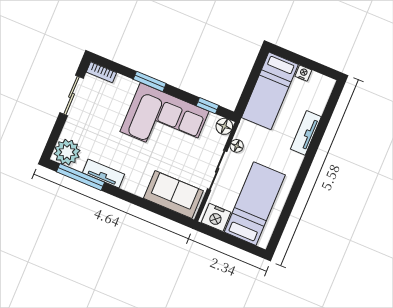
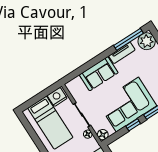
window: (208, 106) -> (133, 125), moved
sofa: (173, 195) -> (99, 74), moved

